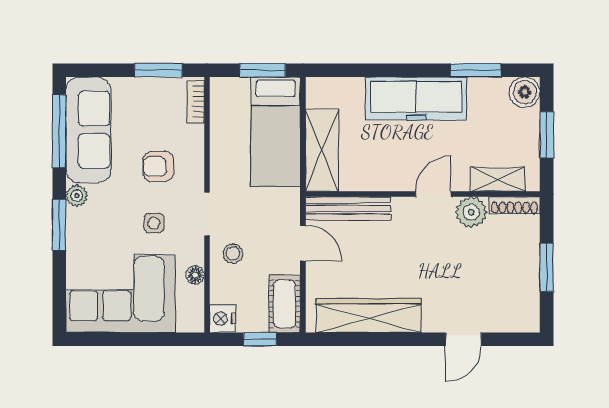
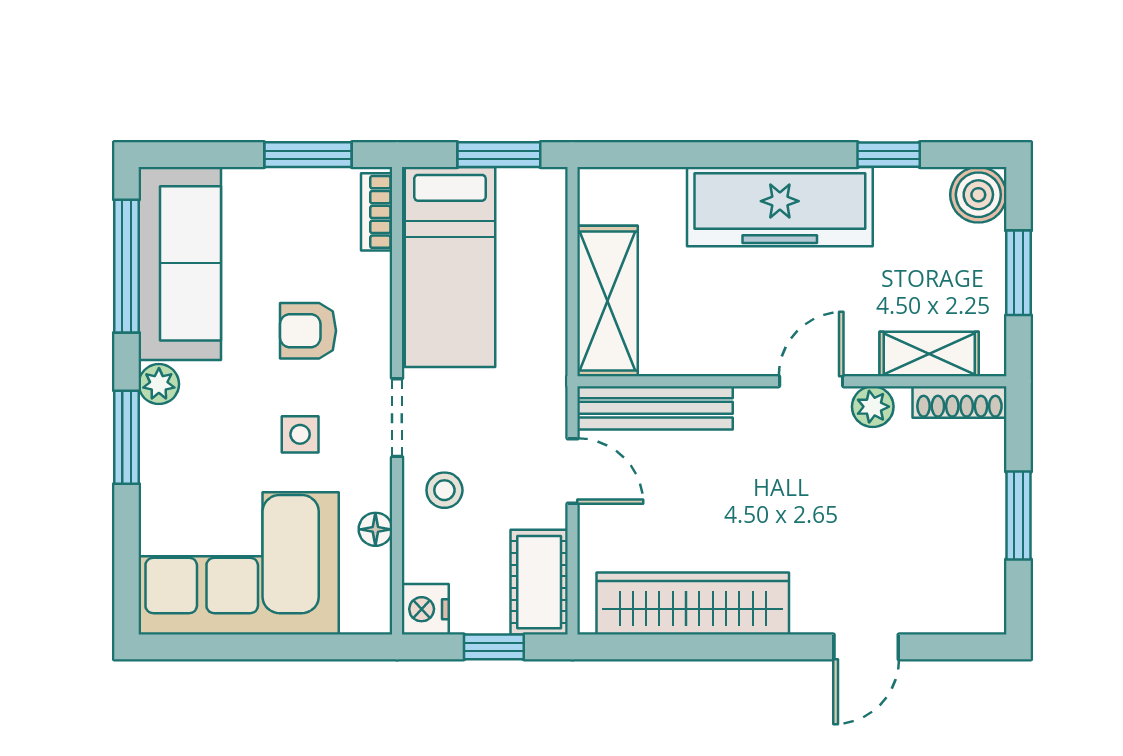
window: (476, 70) -> (889, 155), width x0.67
bed: (276, 132) -> (450, 267), moved
plant: (471, 212) -> (873, 407), width x0.73, depth x0.73

